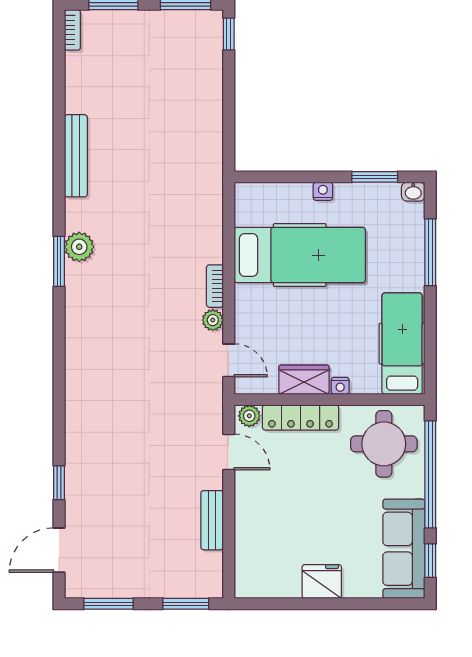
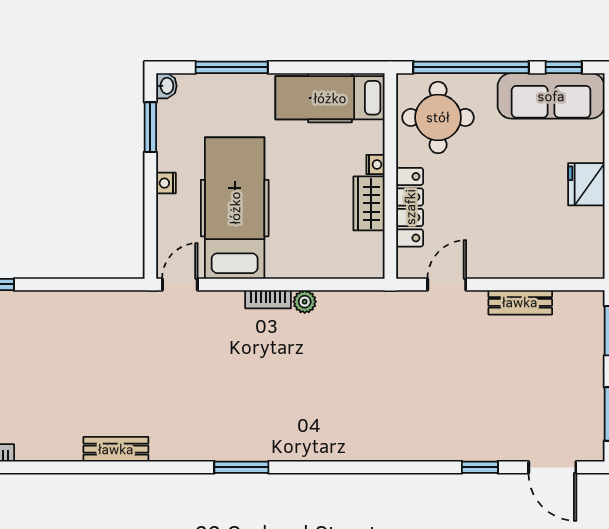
bench: (76, 156) -> (116, 449), width x0.73
plant: (79, 247) -> (226, 446), removed
door: (229, 360) -> (180, 284), moved
plant: (249, 416) -> (408, 262), removed

